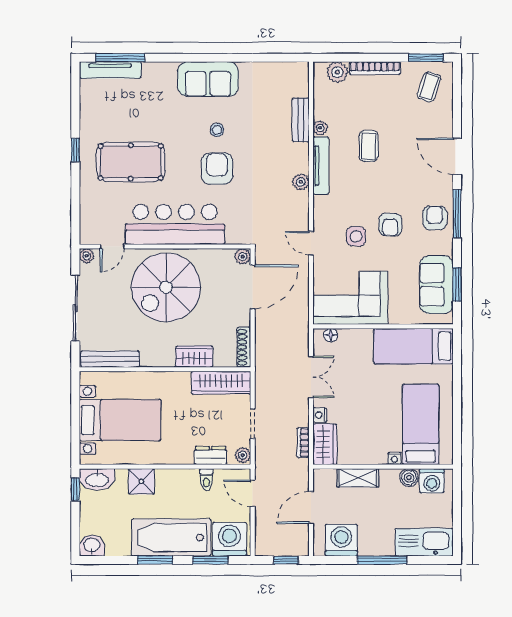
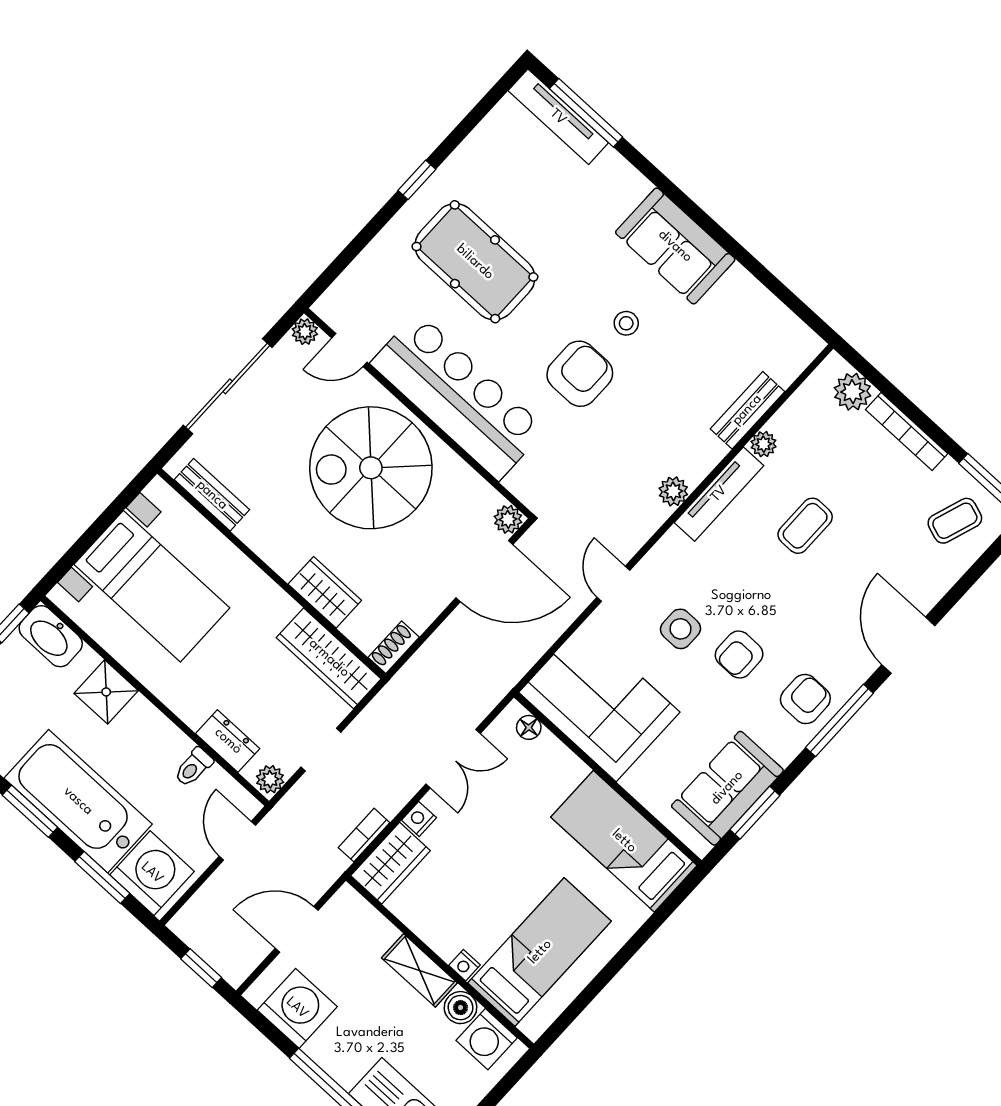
shoe rack: (244, 347) -> (394, 647), width x0.70
bench: (110, 359) -> (212, 495), width x0.73
shelving: (358, 478) -> (419, 970), moved

